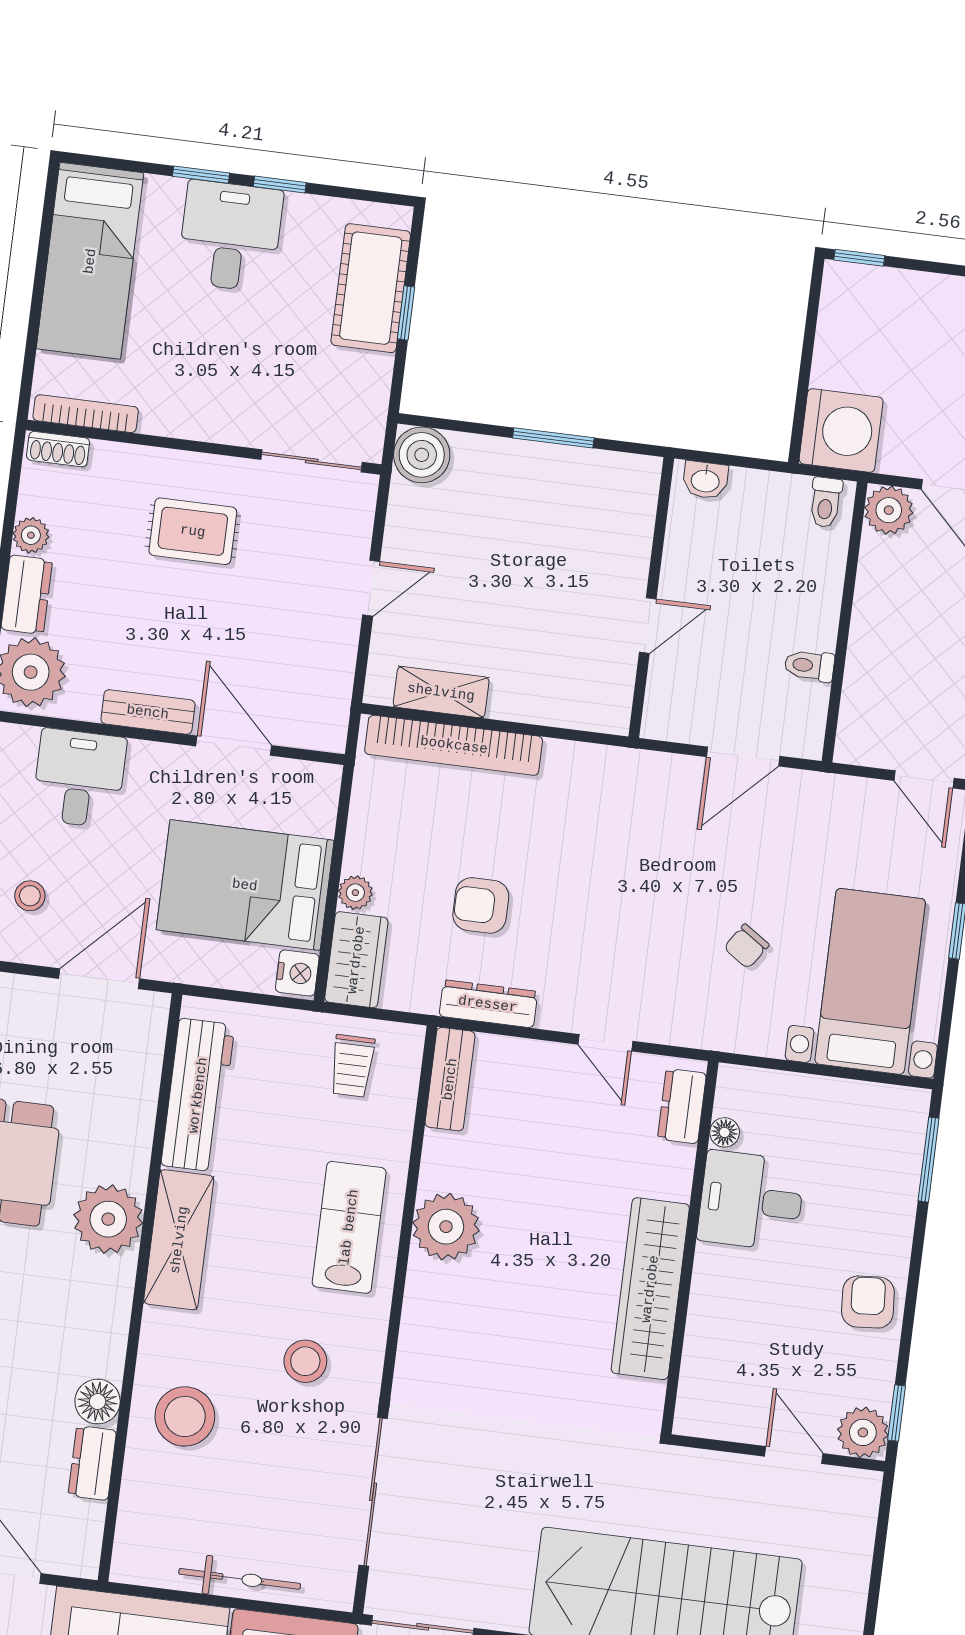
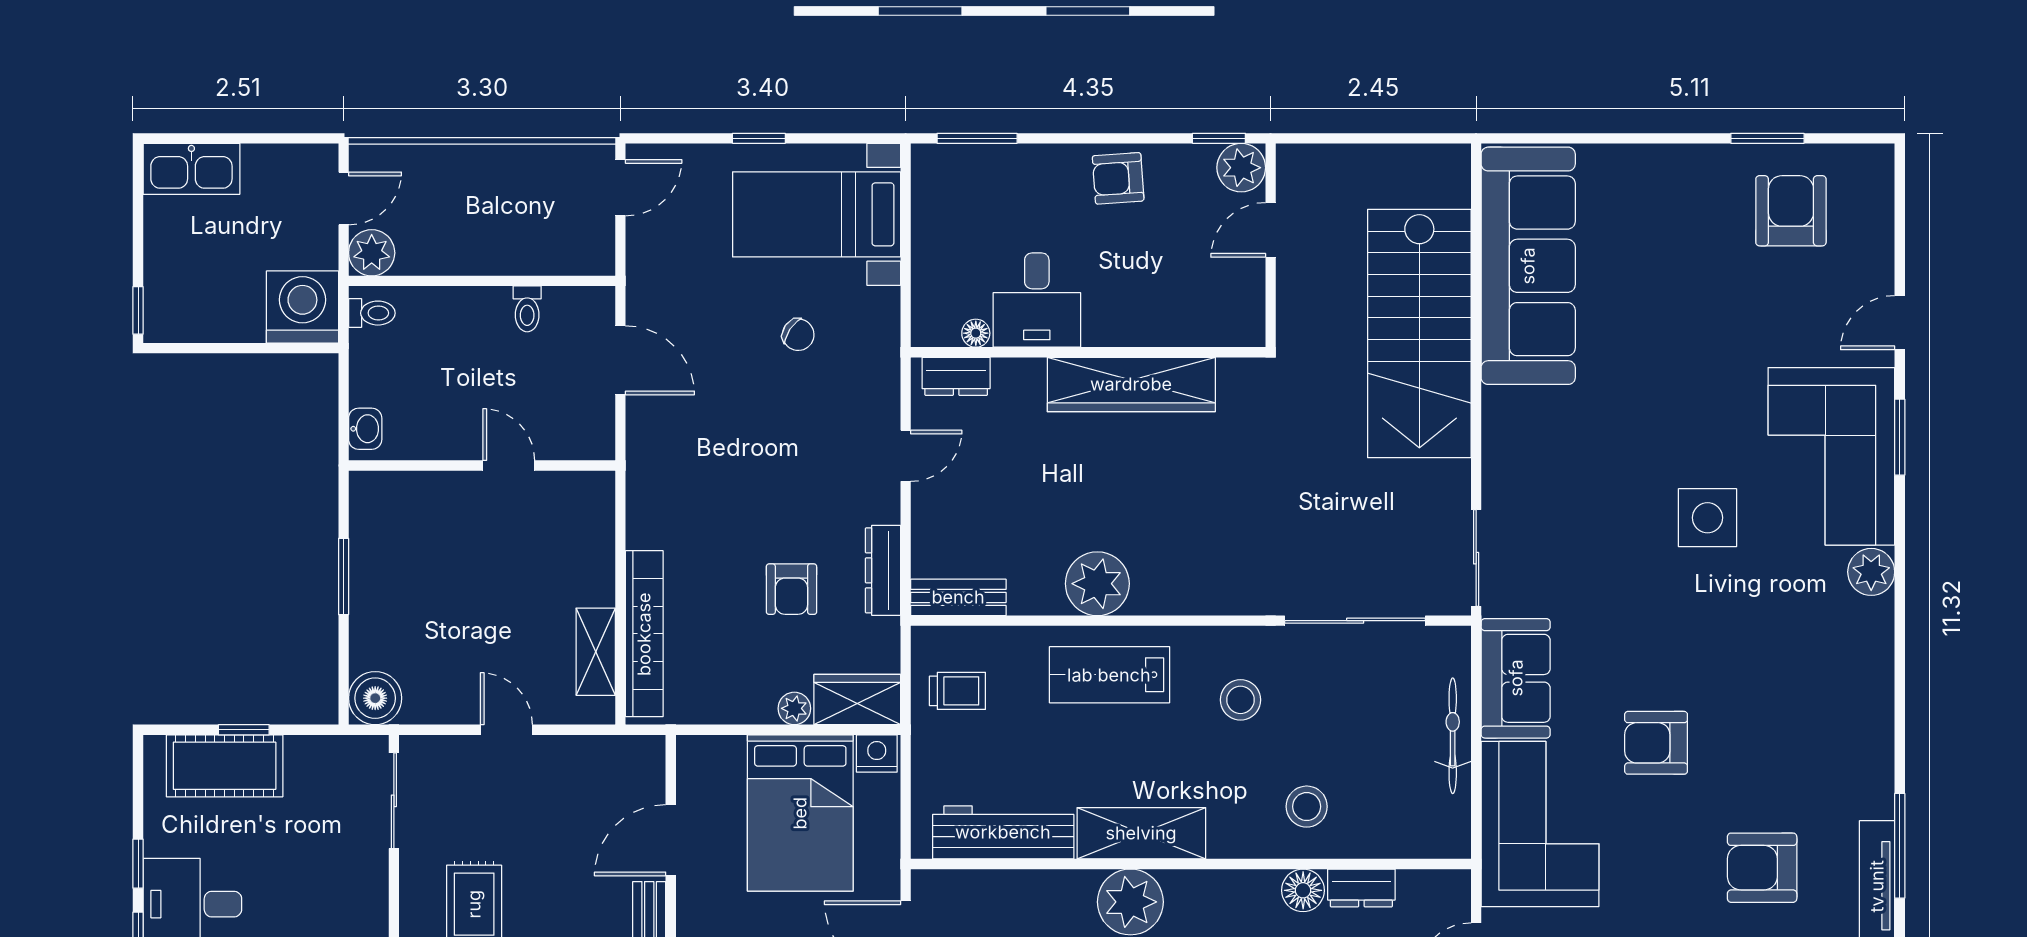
stool: (185, 1416) -> (1307, 807), width x0.73, depth x0.73

